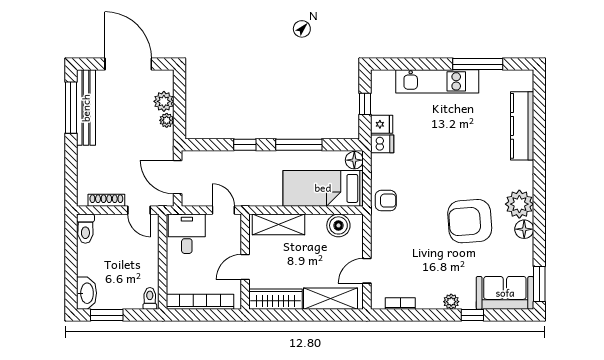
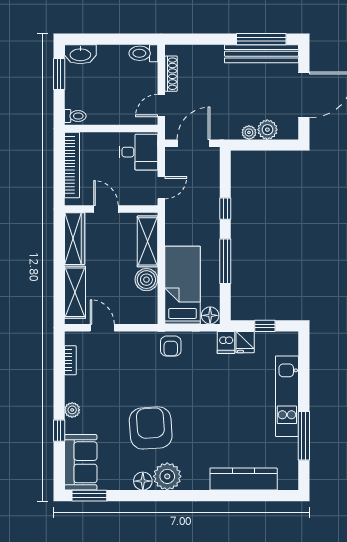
boiler: (338, 225) -> (146, 280), moved

